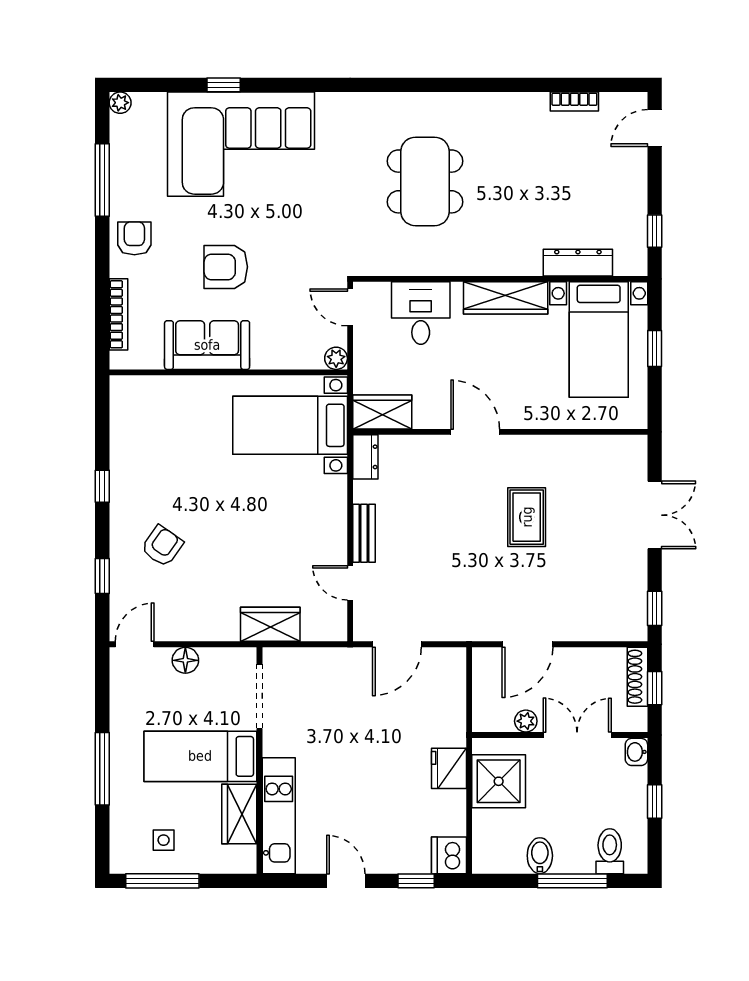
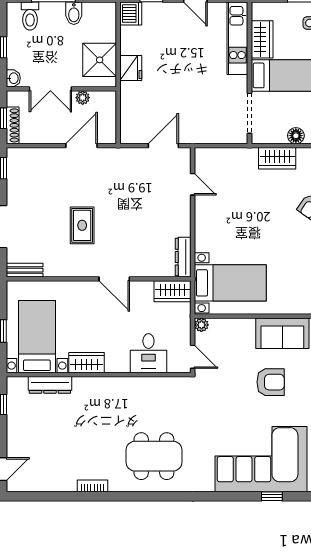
bookcase: (574, 102) -> (93, 486), moved
dining table: (425, 181) -> (154, 456), moved, turned 90
wardrobe: (506, 298) -> (87, 363), width x0.67
dresser: (365, 457) -> (183, 257), width x1.44
bench: (364, 533) -> (25, 270), moved, turned 90
wardrobe: (270, 624) -> (277, 158), moved

